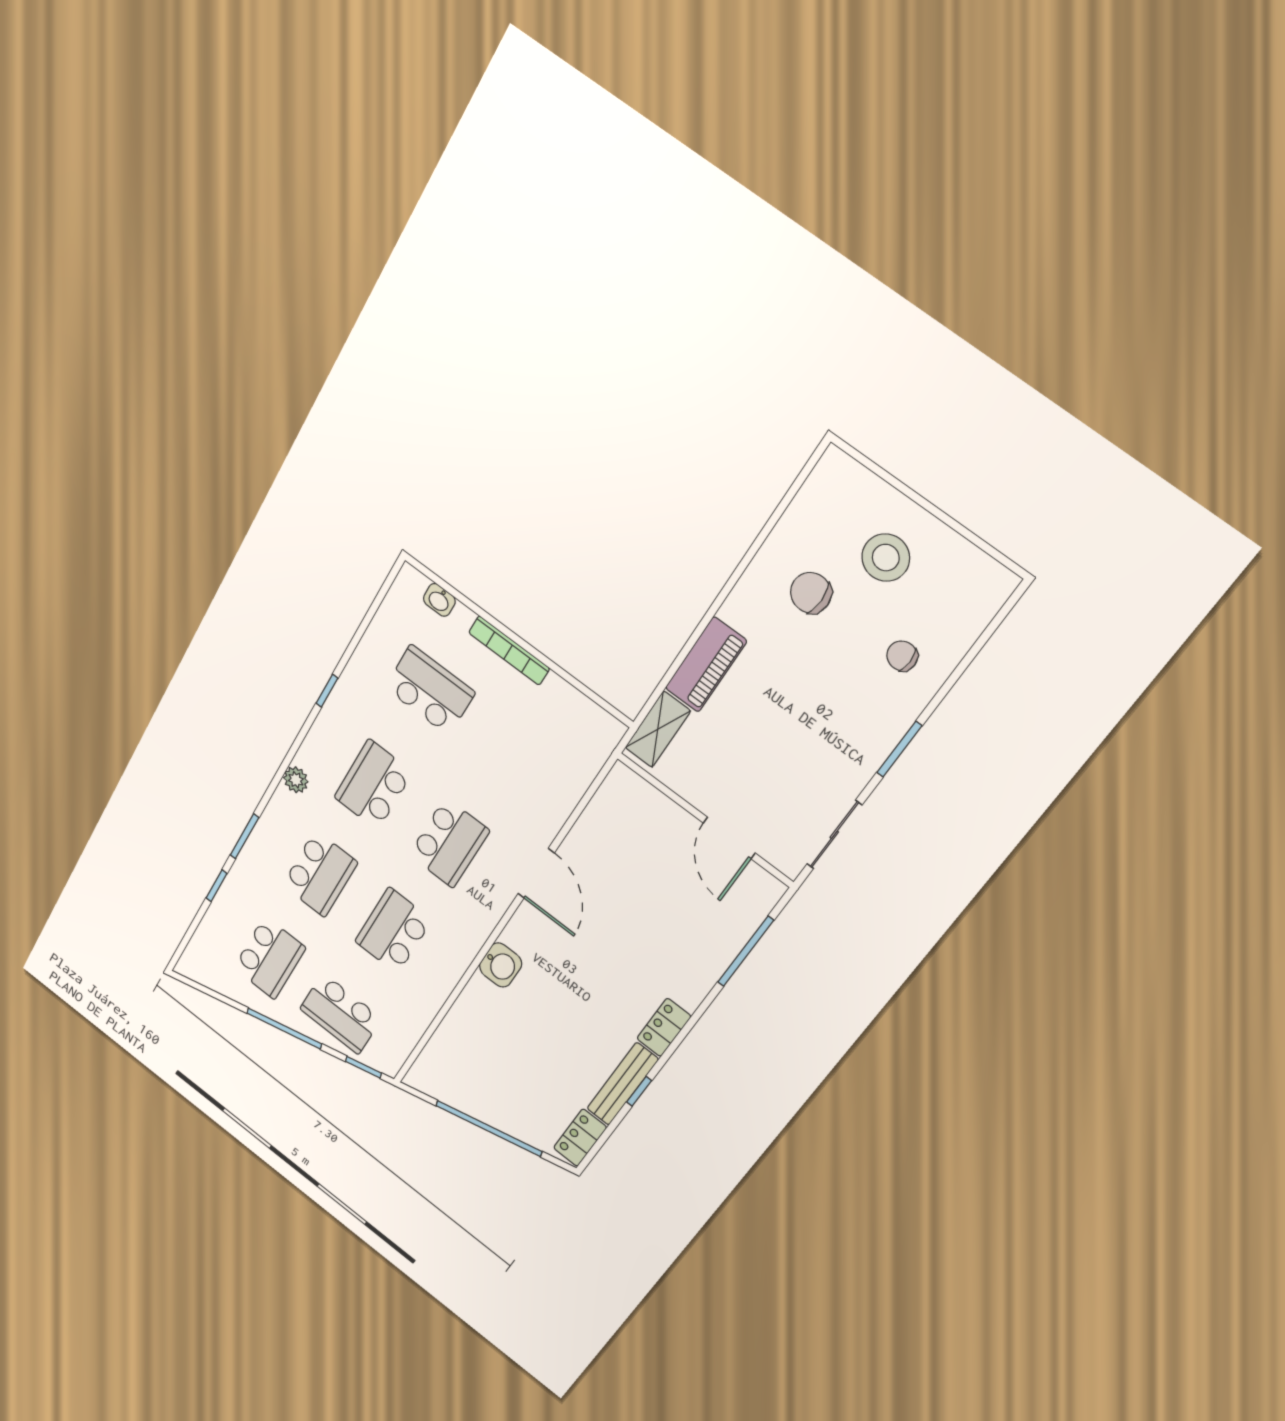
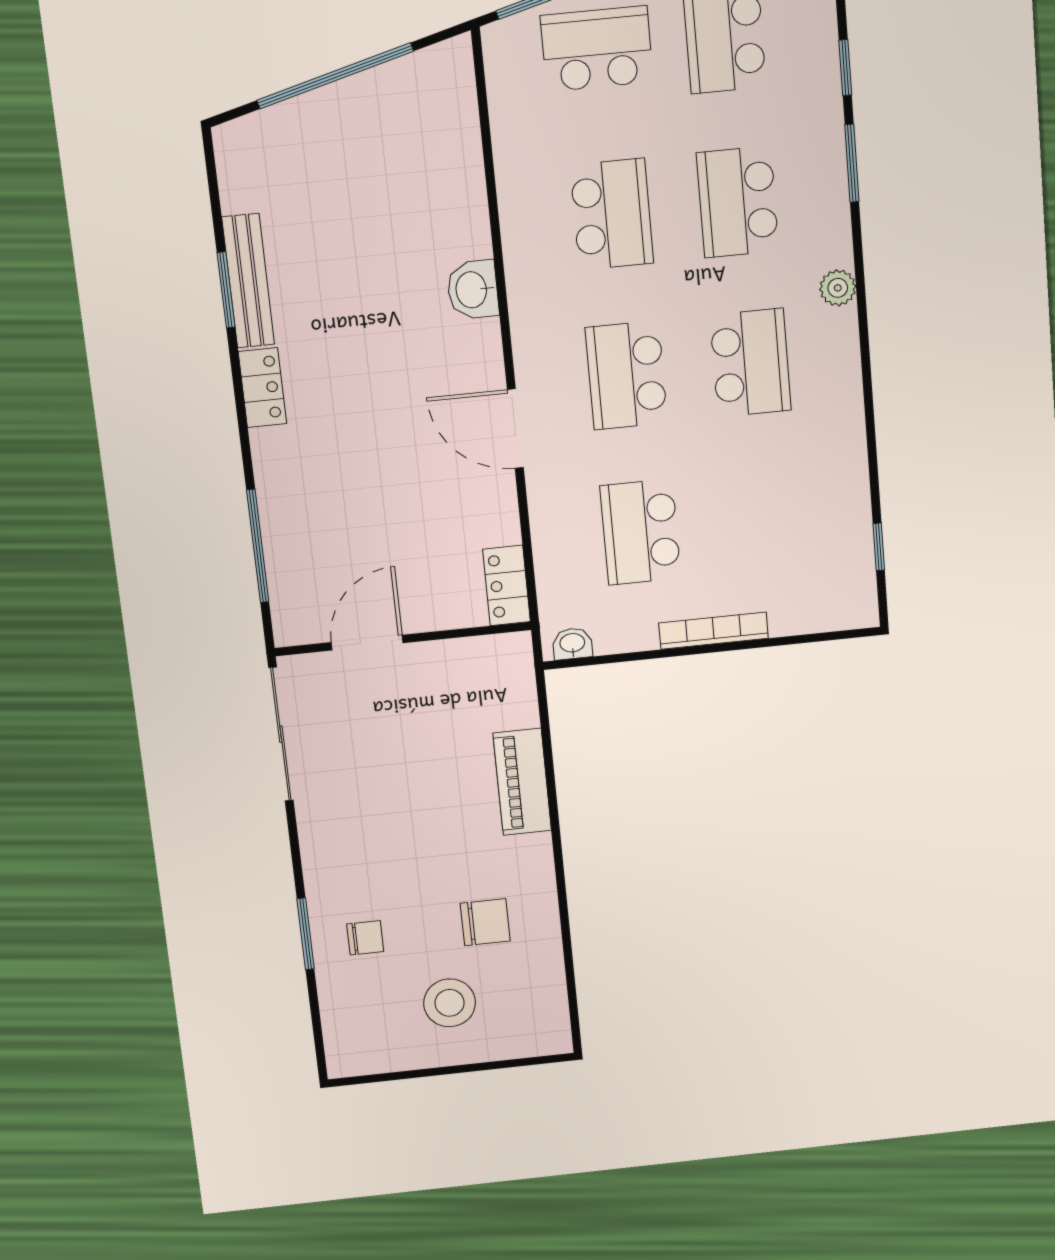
washbasin: (439, 600) -> (572, 644), moved
school desk: (430, 690) -> (640, 532), moved, turned 90
window: (327, 691) -> (879, 547), moved
shelving: (658, 729) -> (516, 684), removed
window: (899, 749) -> (306, 934), moved
sliding door: (834, 835) -> (281, 734), width x1.37
door: (729, 838) -> (367, 643), hinge flipped
window: (639, 1091) -> (226, 290), width x1.50
locker: (580, 1138) -> (507, 585), moved, turned 180

